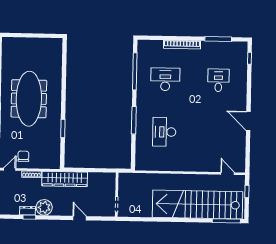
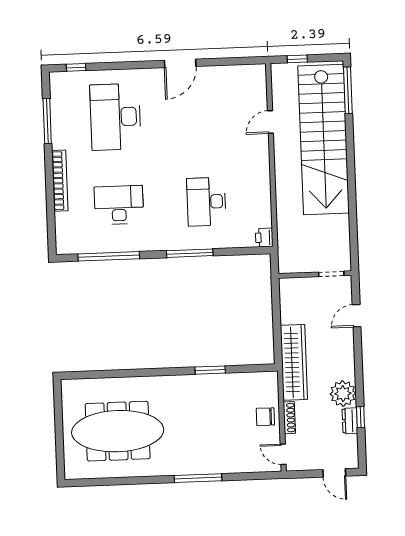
desk: (165, 79) -> (119, 205), turned 90
desk: (218, 80) -> (116, 117), width x1.87, depth x1.30
meeting table: (29, 99) -> (118, 431), moved
desk: (164, 132) -> (206, 202), turned 90
chair: (23, 156) -> (265, 417), moved
printer: (141, 165) -> (264, 238), added
door: (228, 174) -> (270, 122), moved
door: (80, 218) -> (357, 316), moved

